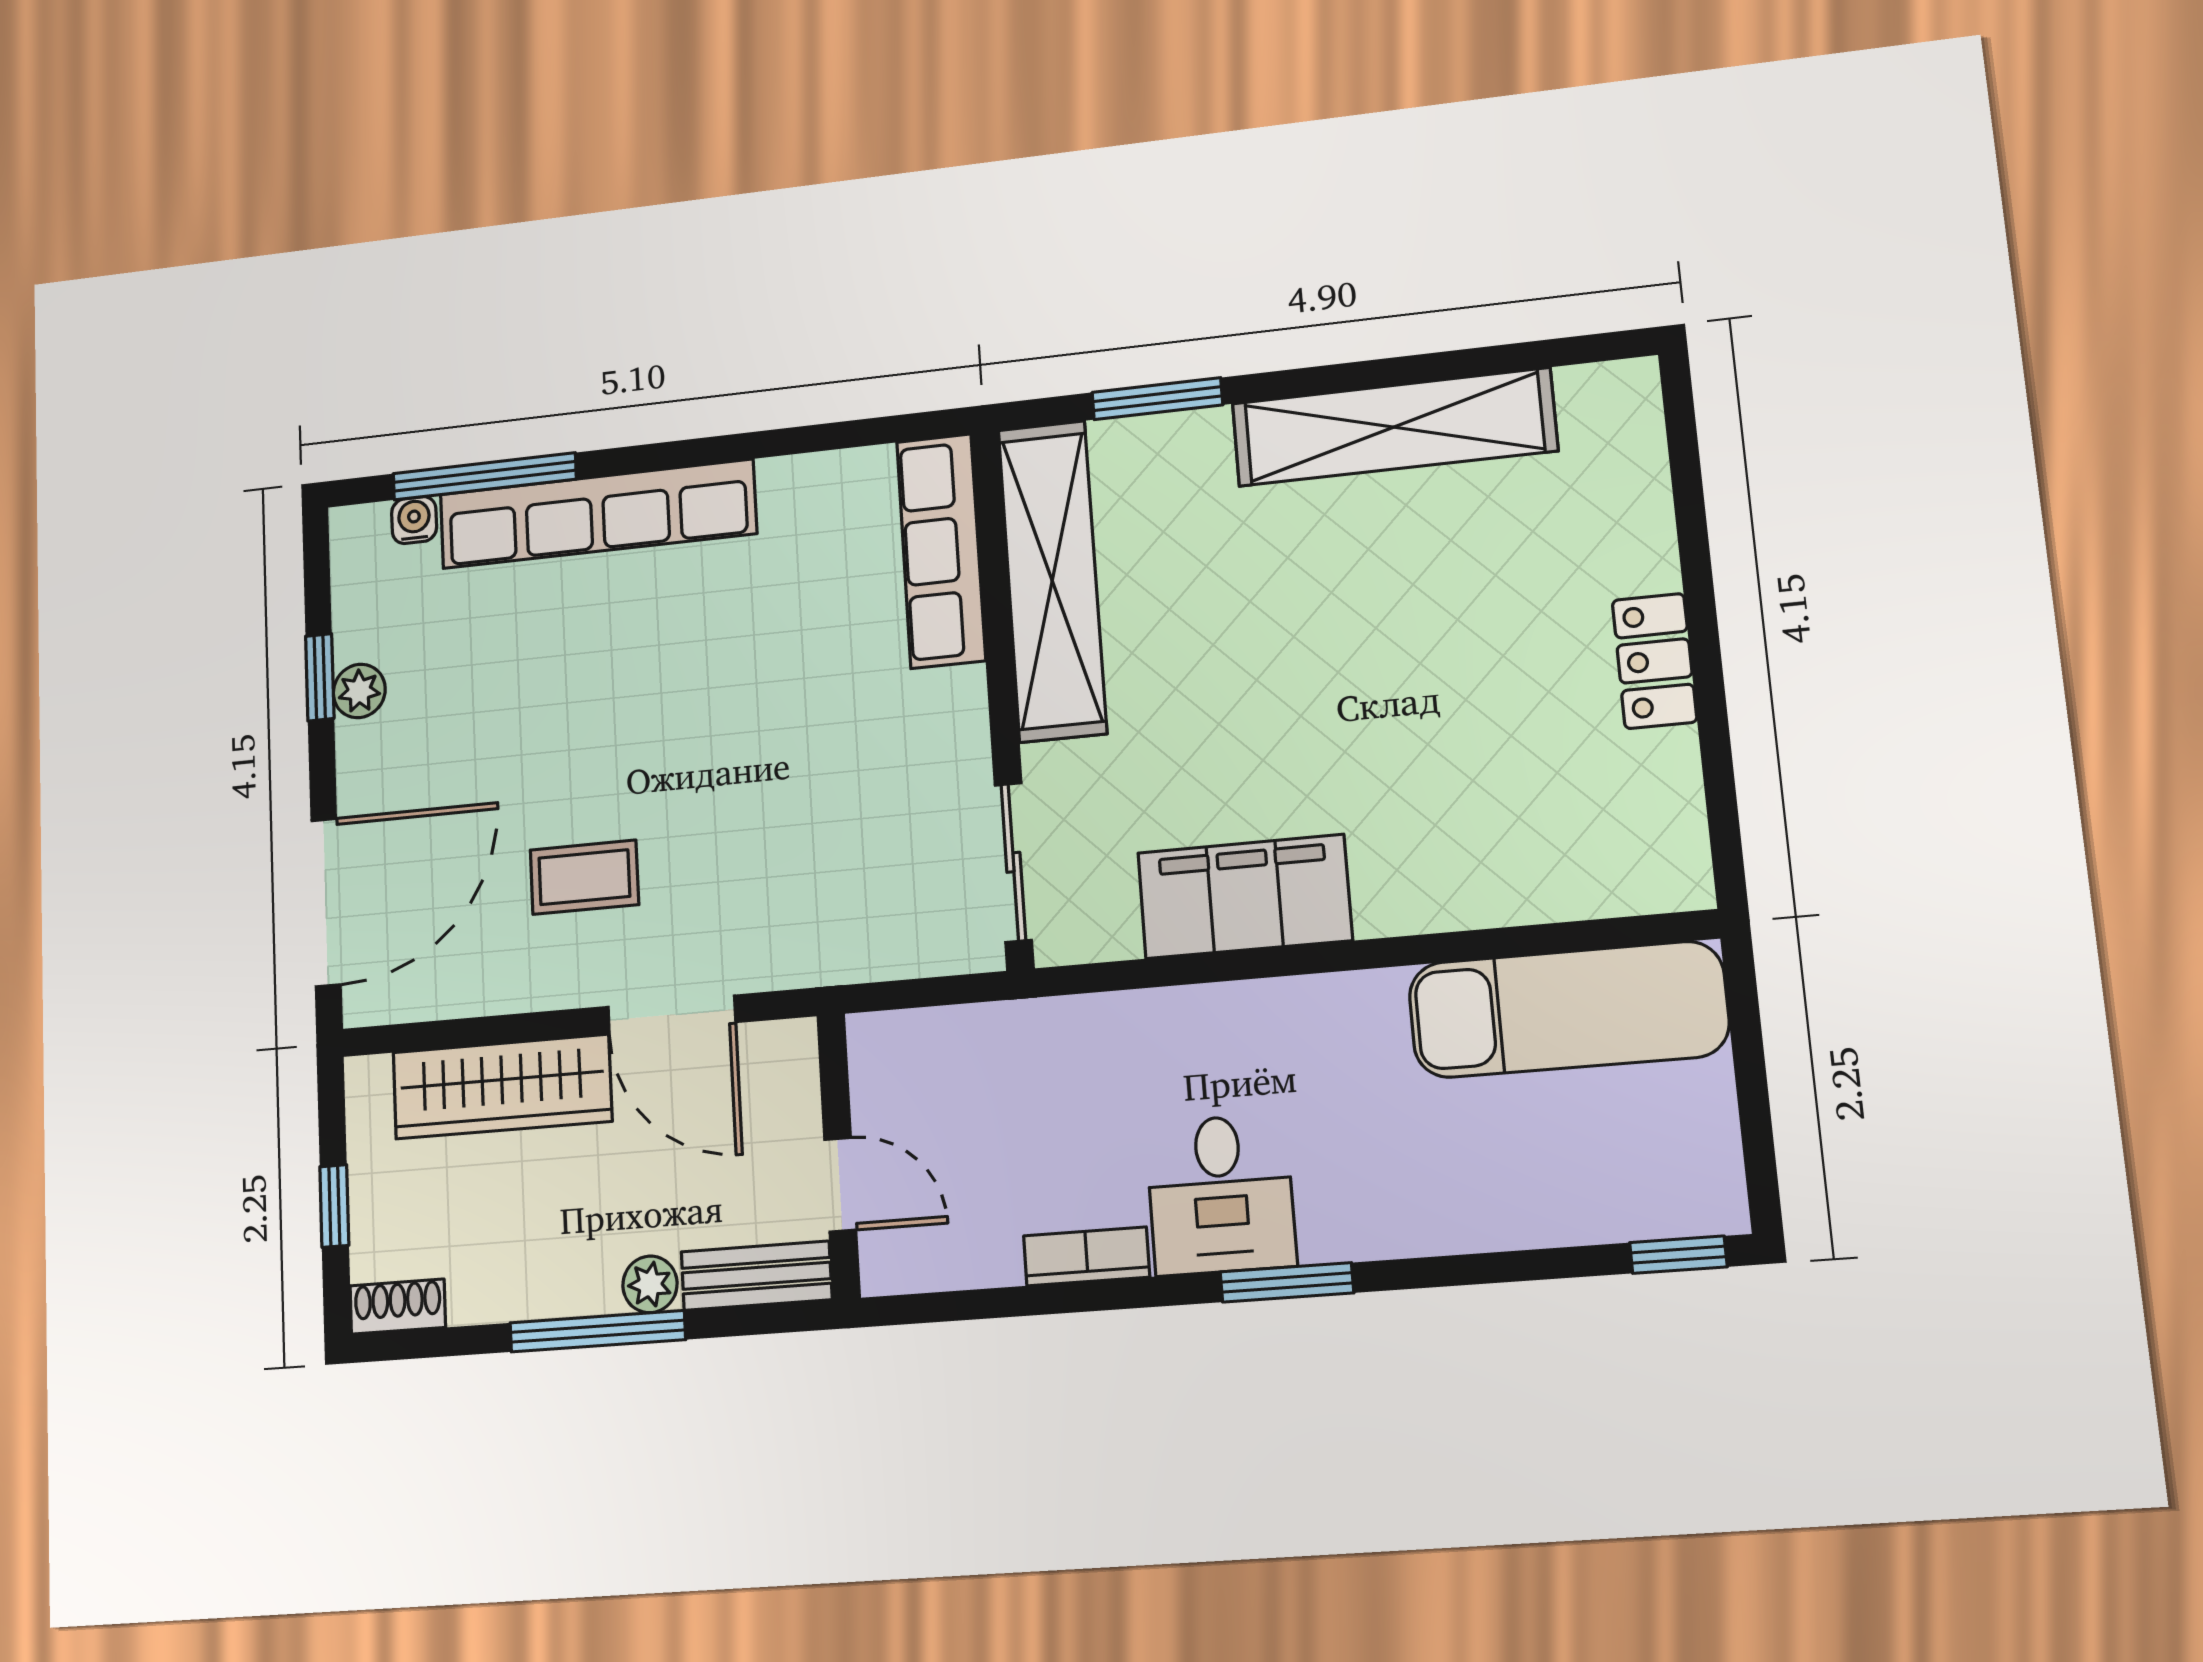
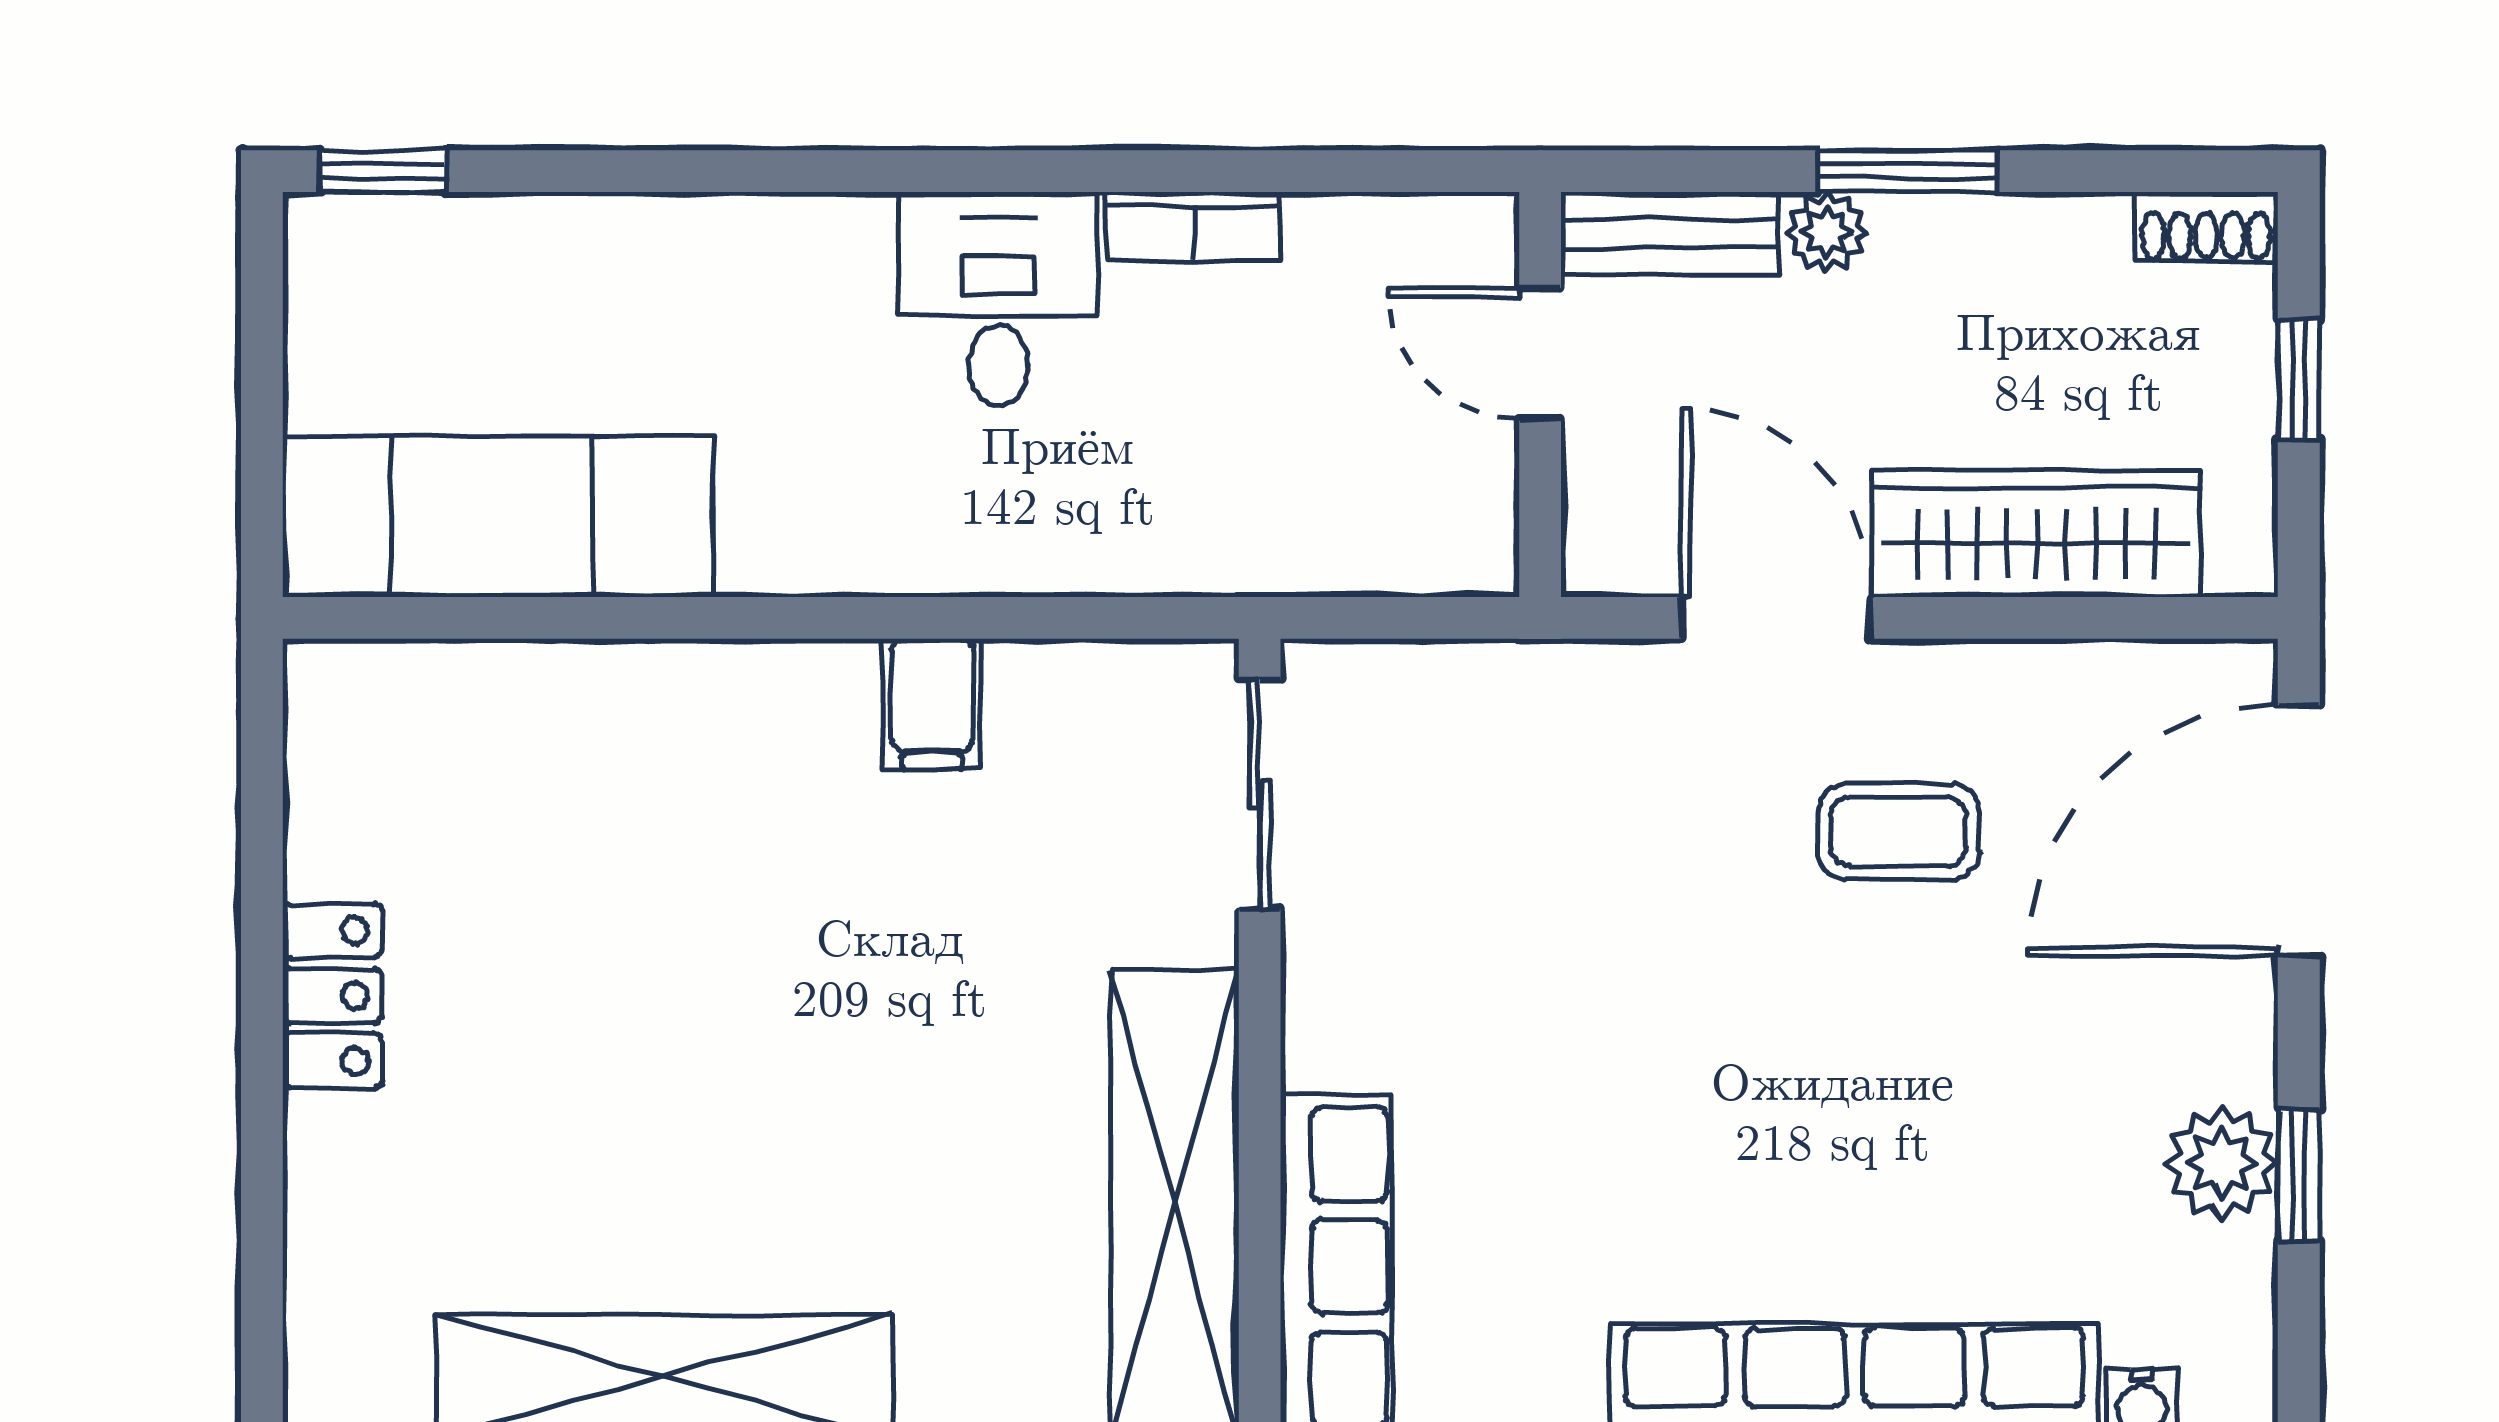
plant: (359, 691) -> (2221, 1163), width x1.38, depth x1.38
filing cabinet: (1245, 897) -> (932, 704), width x0.33, depth x0.86
window: (1287, 1282) -> (916, 171), removed
window: (597, 1331) -> (1908, 171), width x0.69

